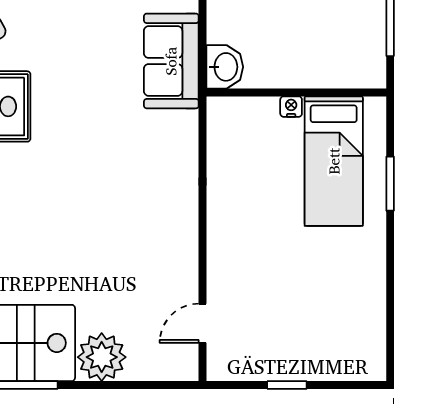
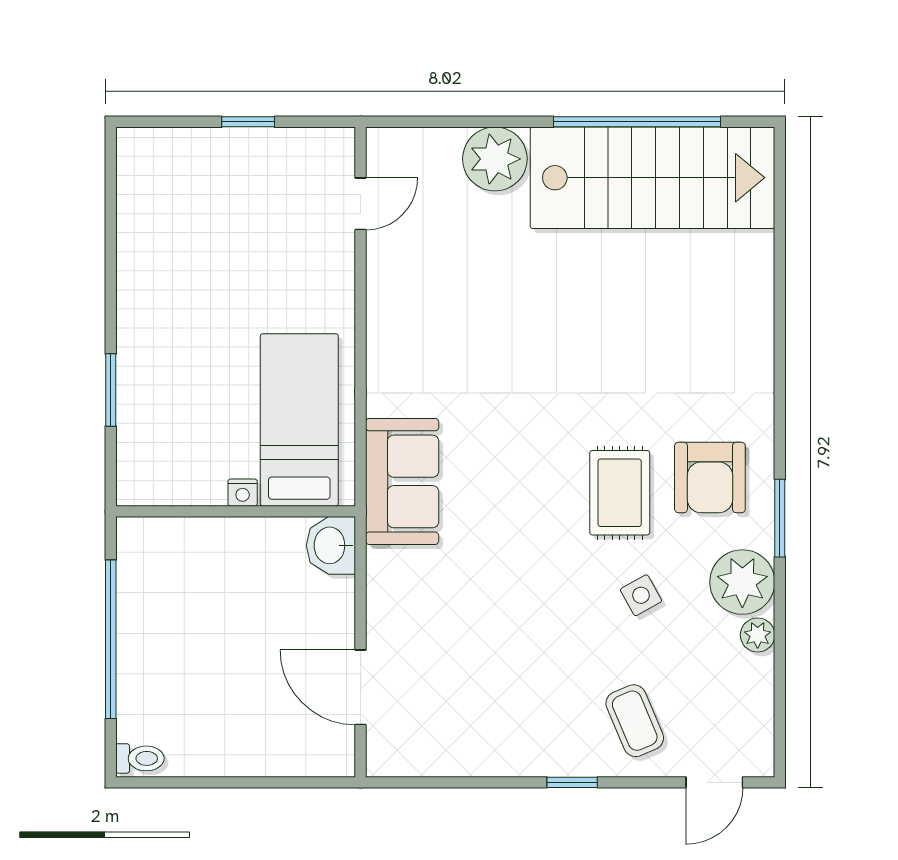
sofa: (171, 61) -> (402, 481), moved
bed: (334, 161) -> (299, 420), moved

